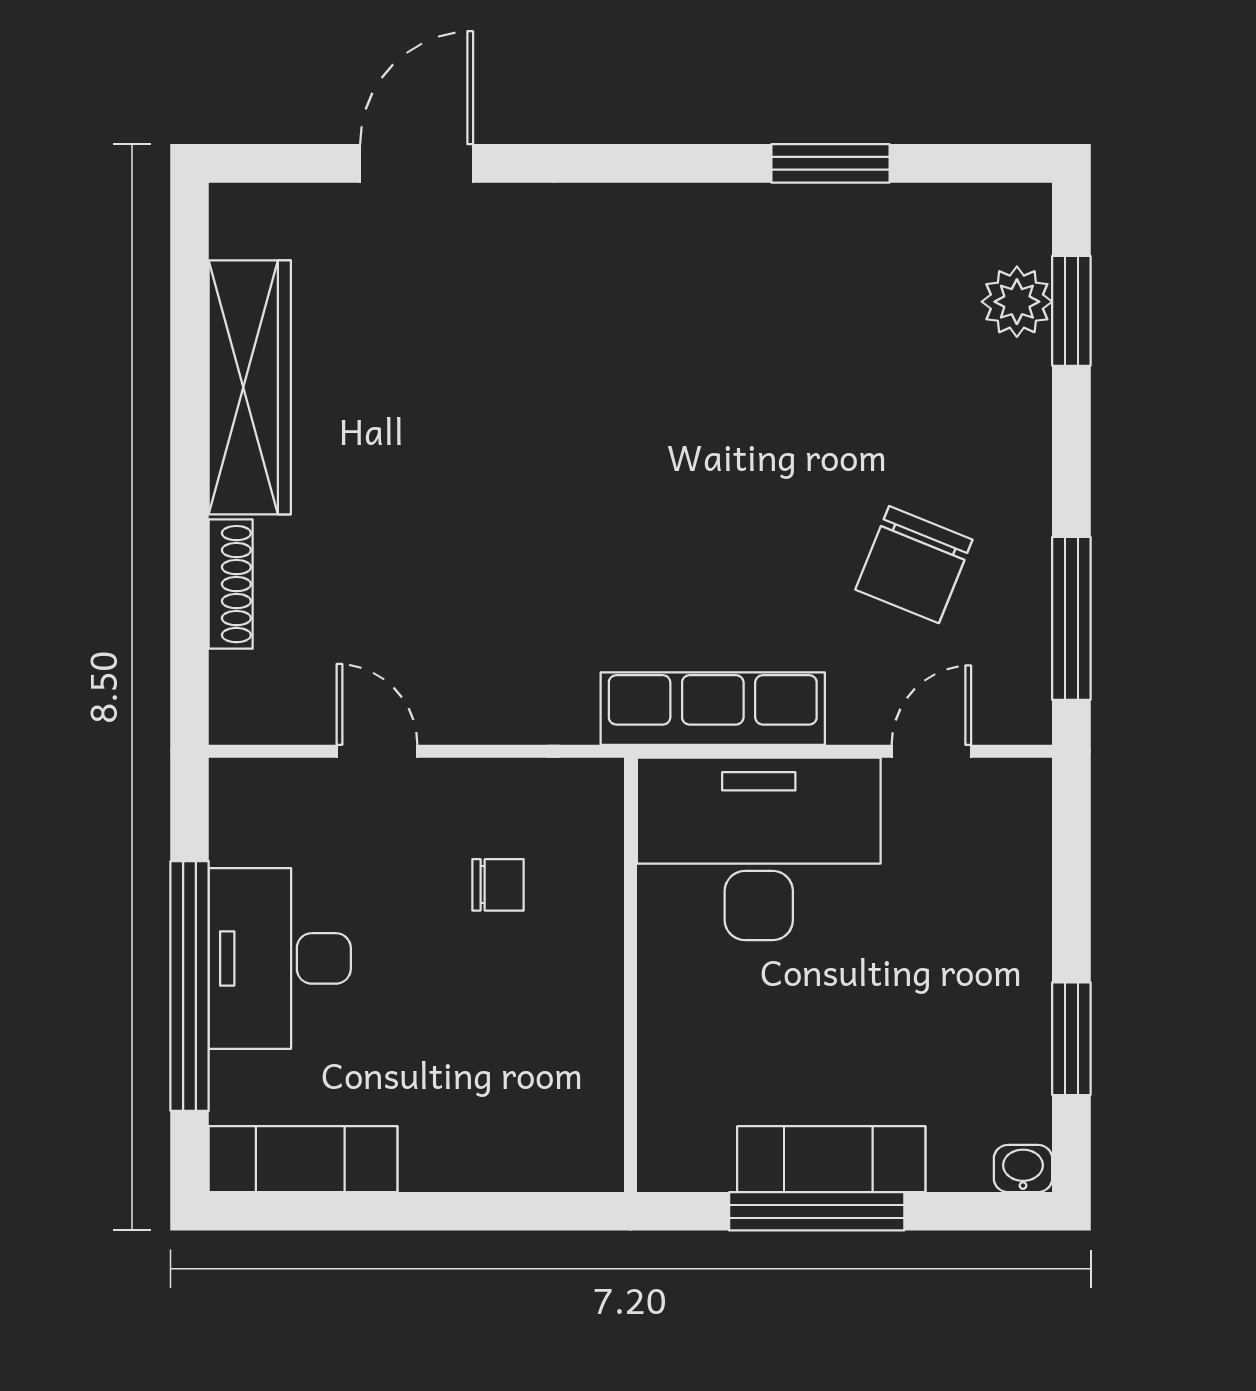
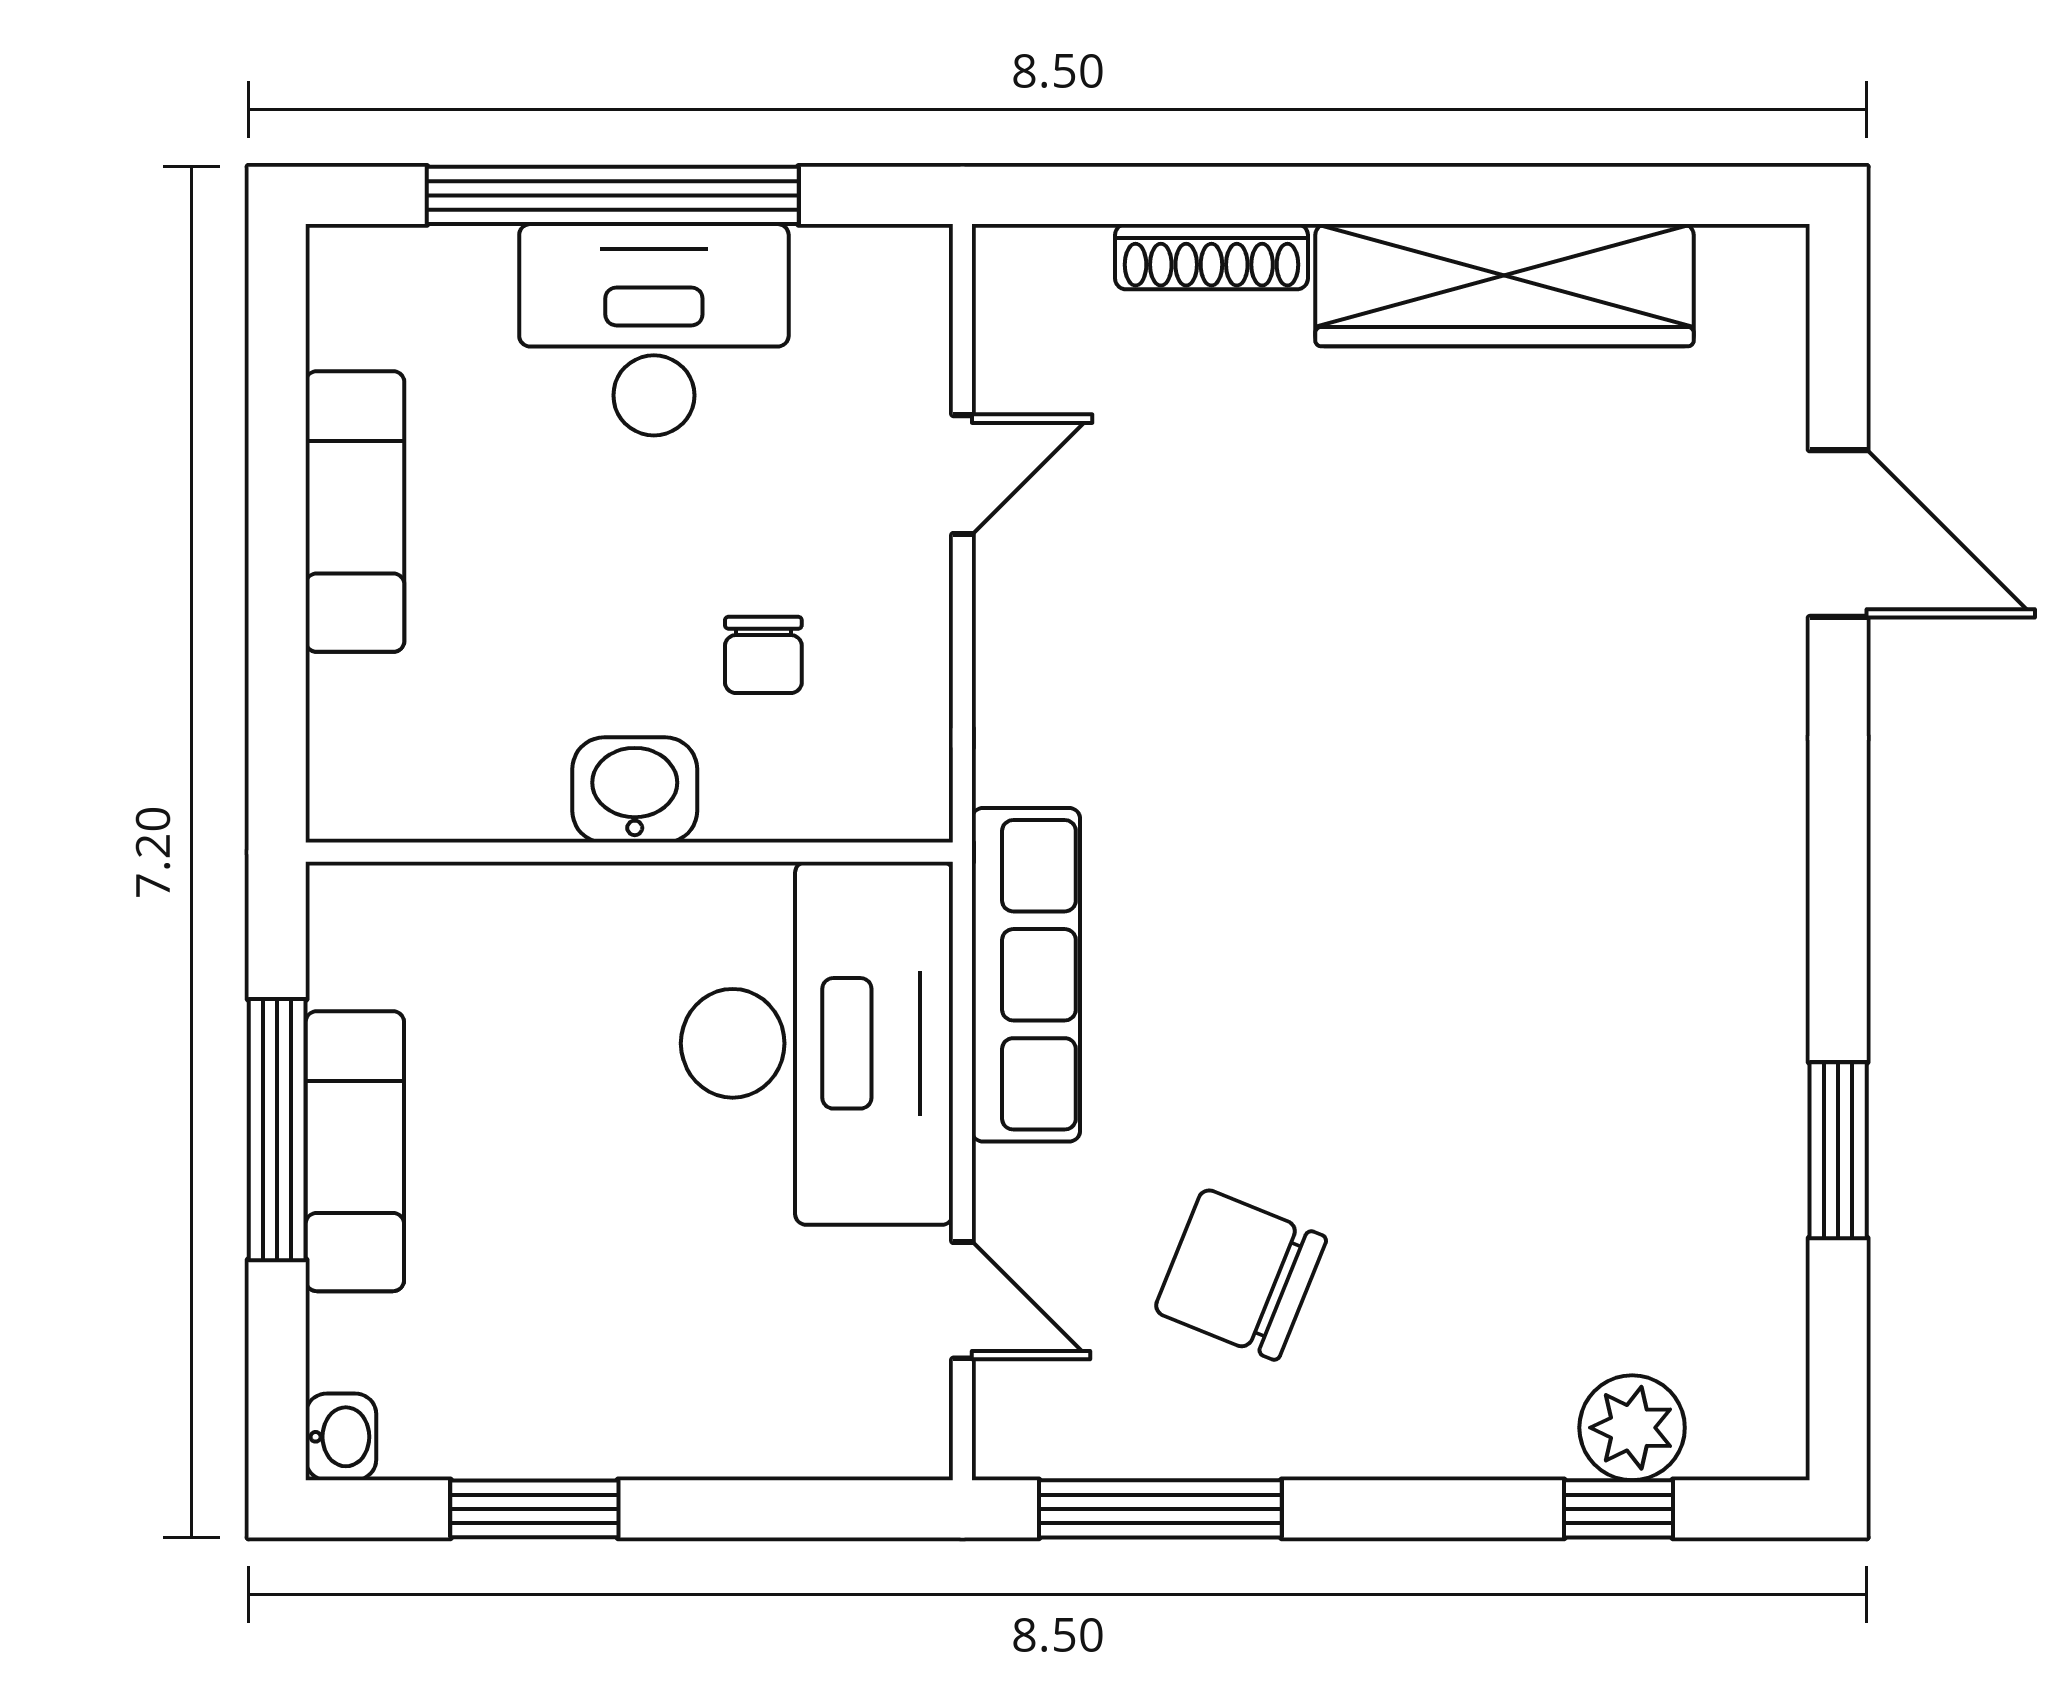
window: (1071, 311) -> (1618, 1509), width x0.67
washbasin: (589, 971) -> (635, 790), added
exam couch: (303, 1159) -> (355, 512), moved

